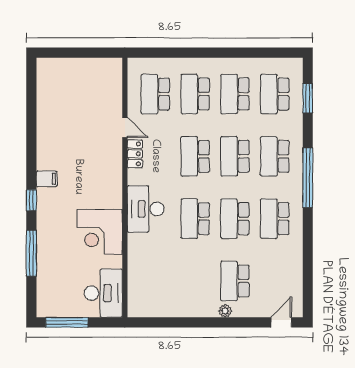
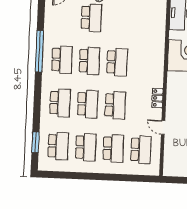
locker: (135, 154) -> (157, 98), moved
window: (308, 178) -> (39, 51), moved
desk: (146, 209) -> (151, 70), removed

